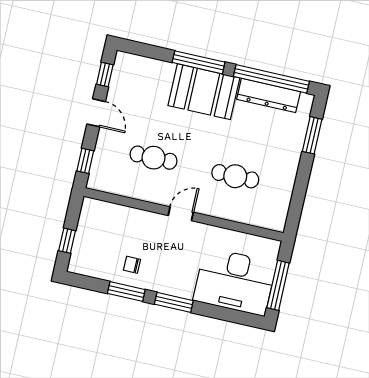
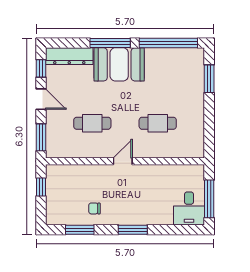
dresser: (269, 95) -> (69, 56), moved
window: (85, 161) -> (41, 137), width x1.50
window: (67, 241) -> (41, 187), moved
desk: (235, 282) -> (189, 208), width x0.53, depth x0.77
window: (126, 292) -> (80, 230), moved

